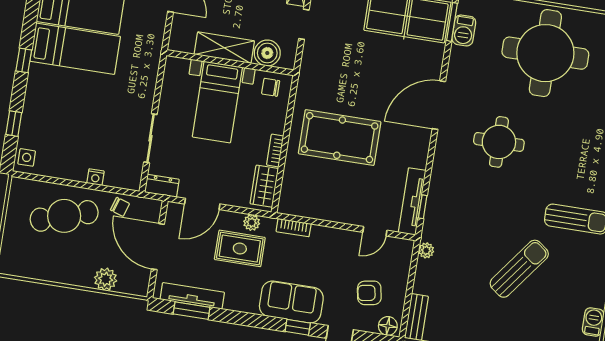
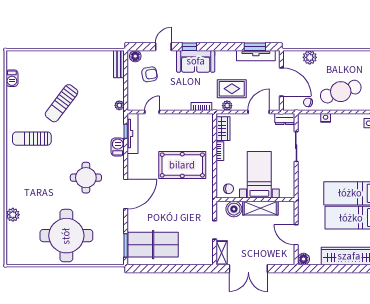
barbecue: (464, 30) -> (118, 147), moved

